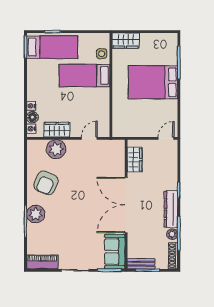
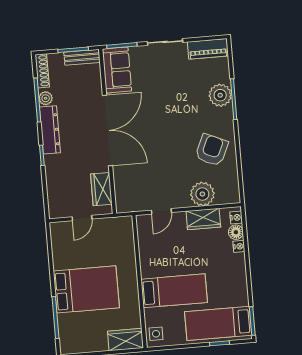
side table: (102, 54) -> (156, 334), moved
door: (166, 138) -> (82, 218), moved
plant: (36, 214) -> (220, 95), moved

